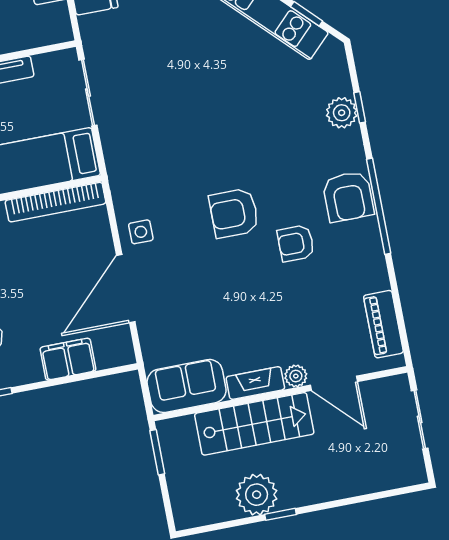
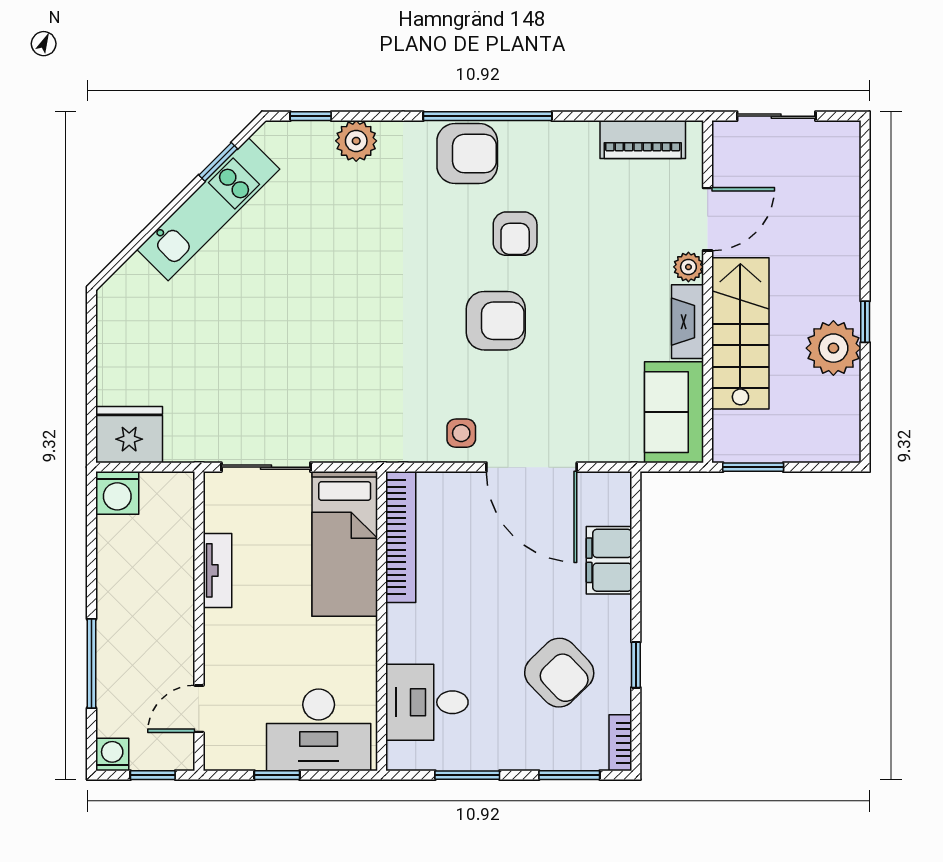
window: (360, 107) -> (311, 116), moved
armchair: (234, 213) -> (496, 321), moved, turned -90

